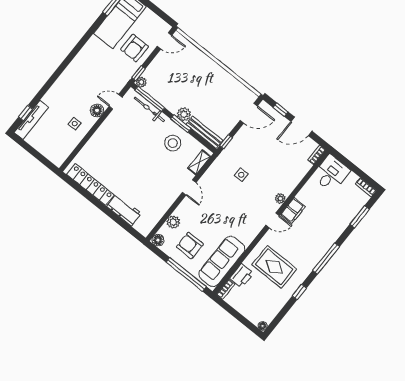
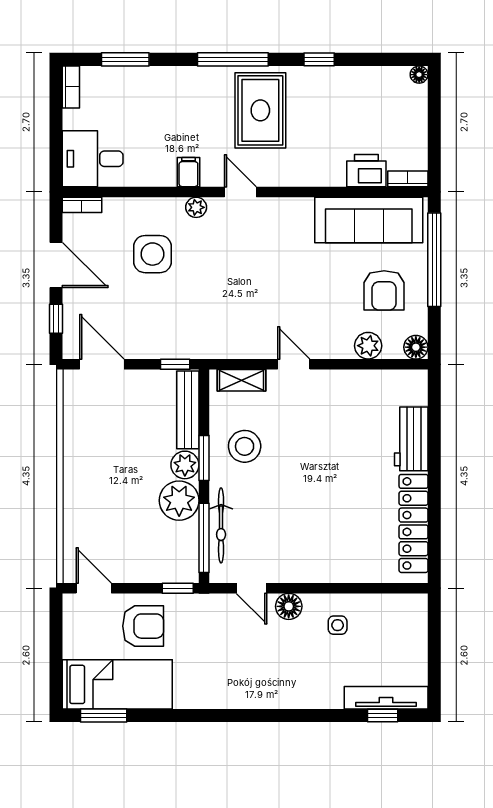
plant: (141, 82) -> (179, 501), moved, width x1.87, depth x1.87
side table: (241, 175) -> (152, 254), moved, width x1.87, depth x1.87
door: (189, 188) -> (294, 364), hinge flipped
filing cabinet: (293, 211) -> (188, 172), width x0.50
rug: (274, 267) -> (260, 110), moved

